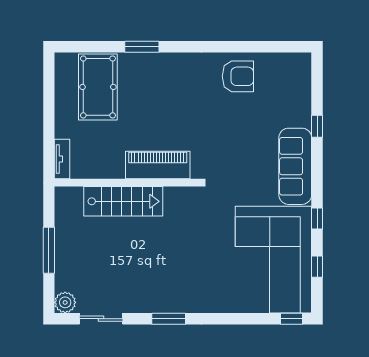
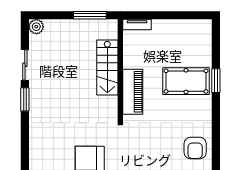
pool table: (98, 87) -> (186, 81), moved
window: (49, 250) -> (90, 15), moved
sliding door: (101, 319) -> (25, 65), moved

